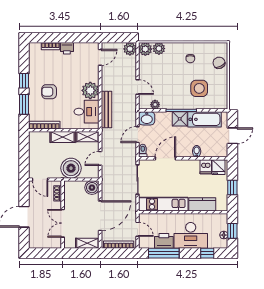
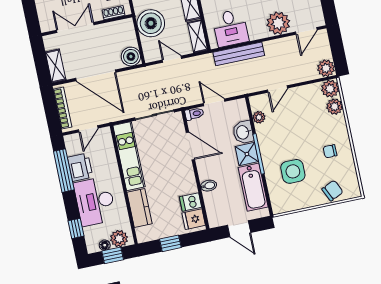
door: (100, 57) -> (306, 31), hinge flipped
plant: (90, 90) -> (278, 23), moved
washbasin: (147, 118) -> (243, 132), moved
plant: (221, 224) -> (119, 239), added

